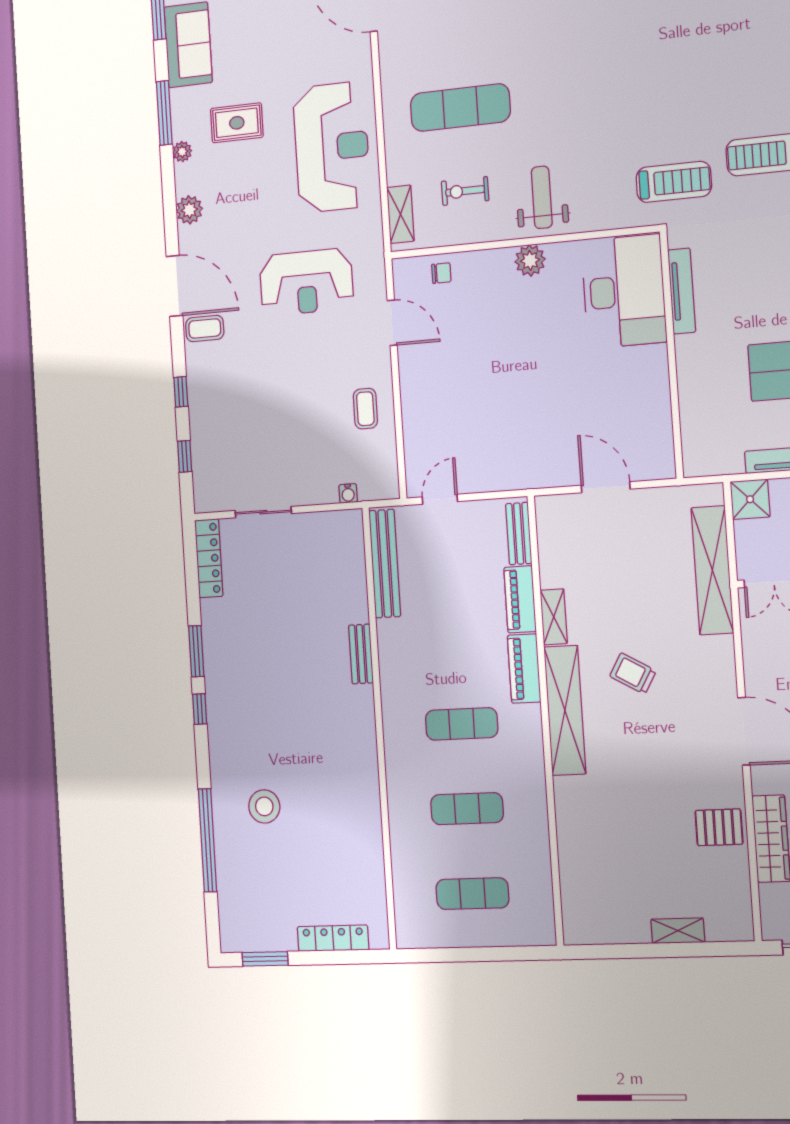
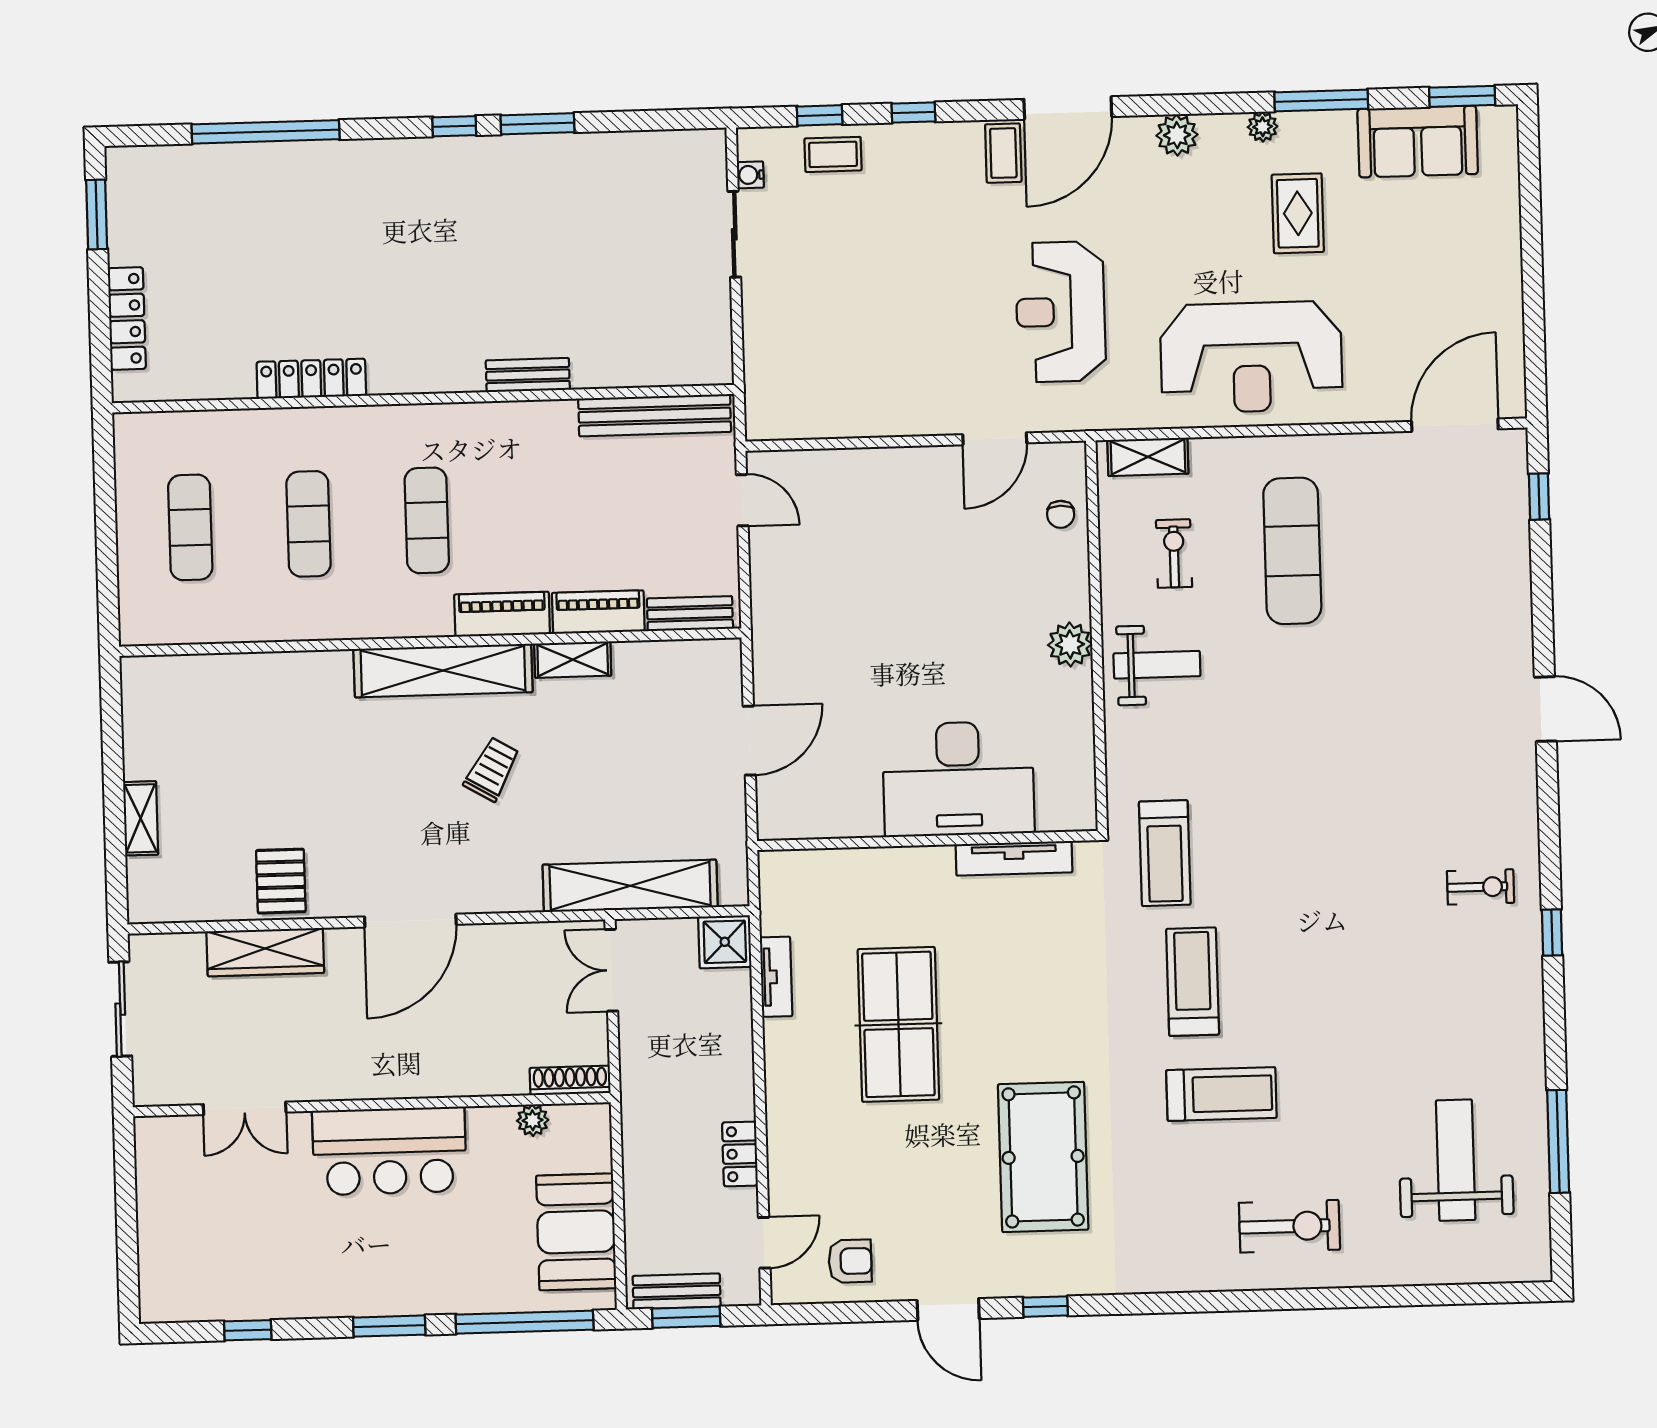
desk: (624, 291) -> (958, 779), moved
coffee table: (365, 409) -> (833, 154), moved
water cooler: (348, 493) -> (750, 175), moved
locker: (209, 558) -> (311, 379), moved, turned 180
stool: (264, 806) -> (314, 221), removed

